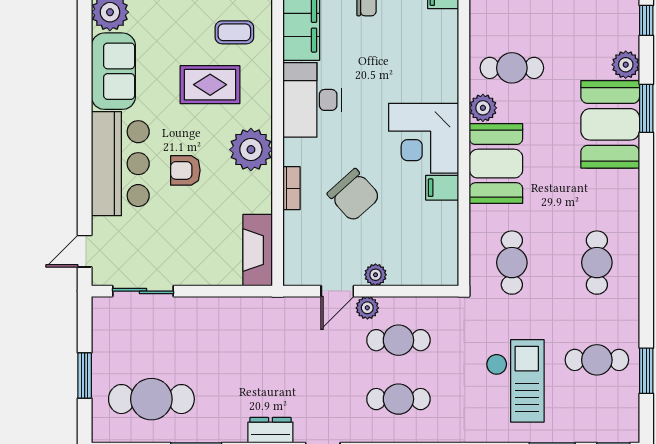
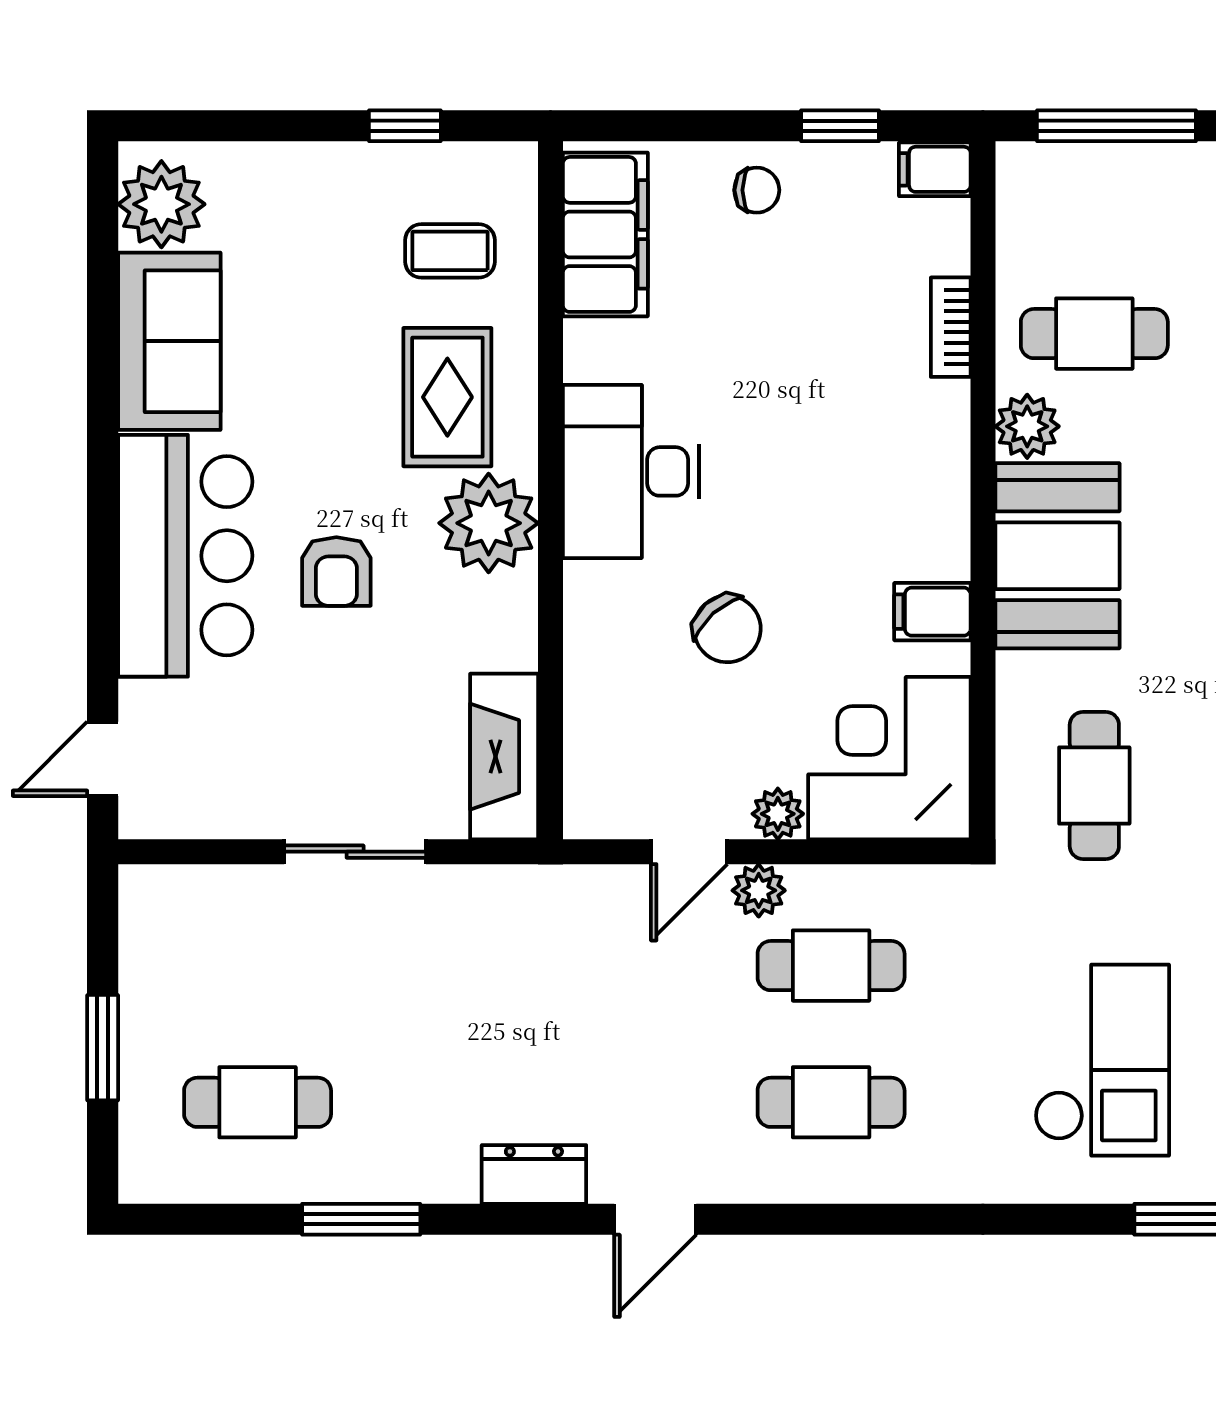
rug: (210, 85) -> (447, 397), moved, turned 90
desk: (312, 100) -> (631, 471), moved
corner desk: (424, 138) -> (889, 758), moved, turned 90
armchair: (185, 170) -> (336, 572), turned -90
bookcase: (291, 188) -> (951, 327), moved, turned 180
chair: (354, 195) -> (727, 629), width x0.73, depth x0.73
sliding door: (143, 291) -> (355, 852), moved
cafe table: (151, 399) -> (258, 1102), width x0.73, depth x0.74

